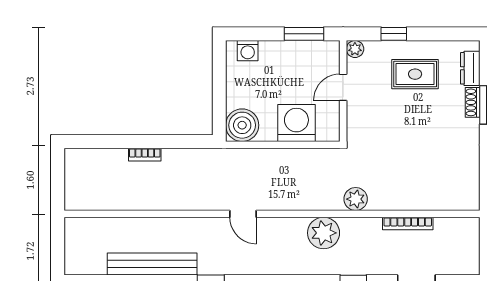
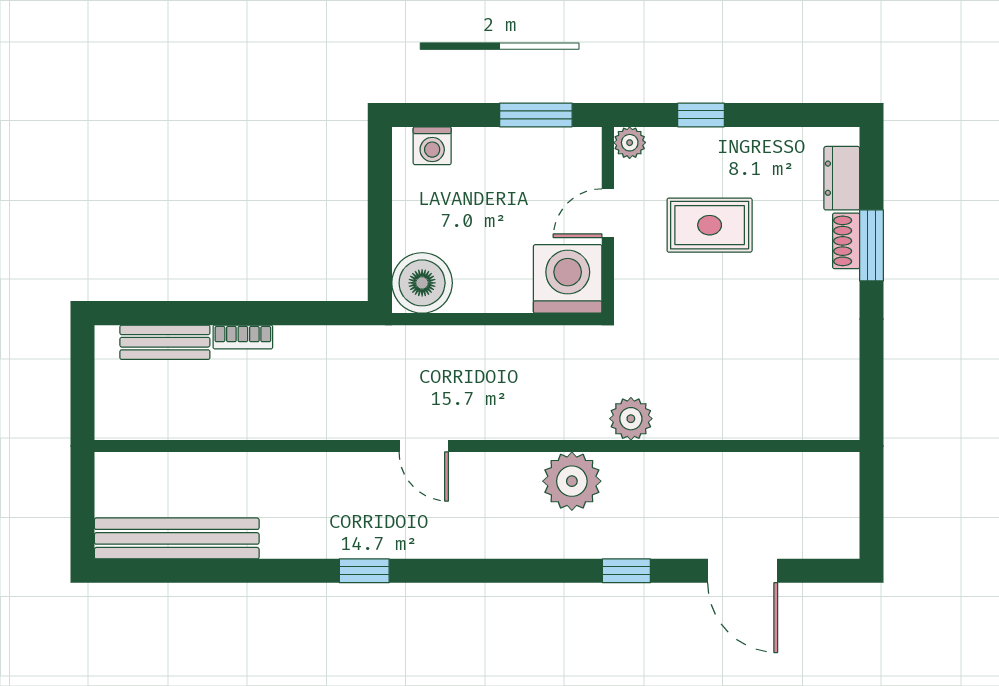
rug: (415, 74) -> (710, 225), moved
washing machine: (296, 123) -> (568, 279), moved
bench: (102, 157) -> (165, 342), added
bookcase: (408, 223) -> (727, 464), removed
bench: (152, 264) -> (177, 538), moved

